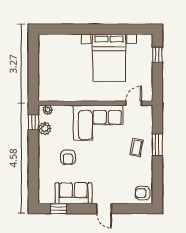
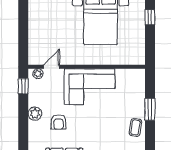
door: (134, 103) -> (52, 67), moved
plant: (45, 128) -> (35, 114), moved
coffee table: (137, 147) -> (135, 127), moved

